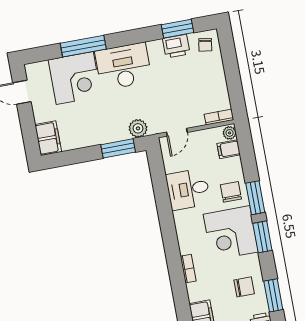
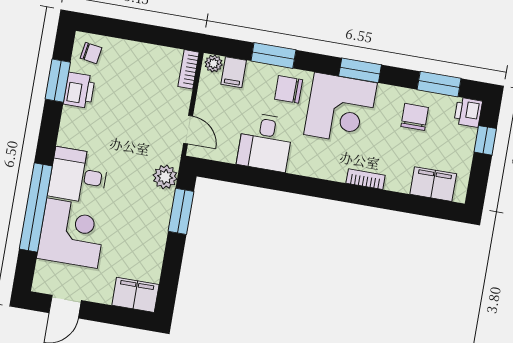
window: (83, 46) -> (36, 208), width x1.46
desk: (123, 66) -> (78, 176), width x0.73
window: (255, 198) -> (273, 55), moved

